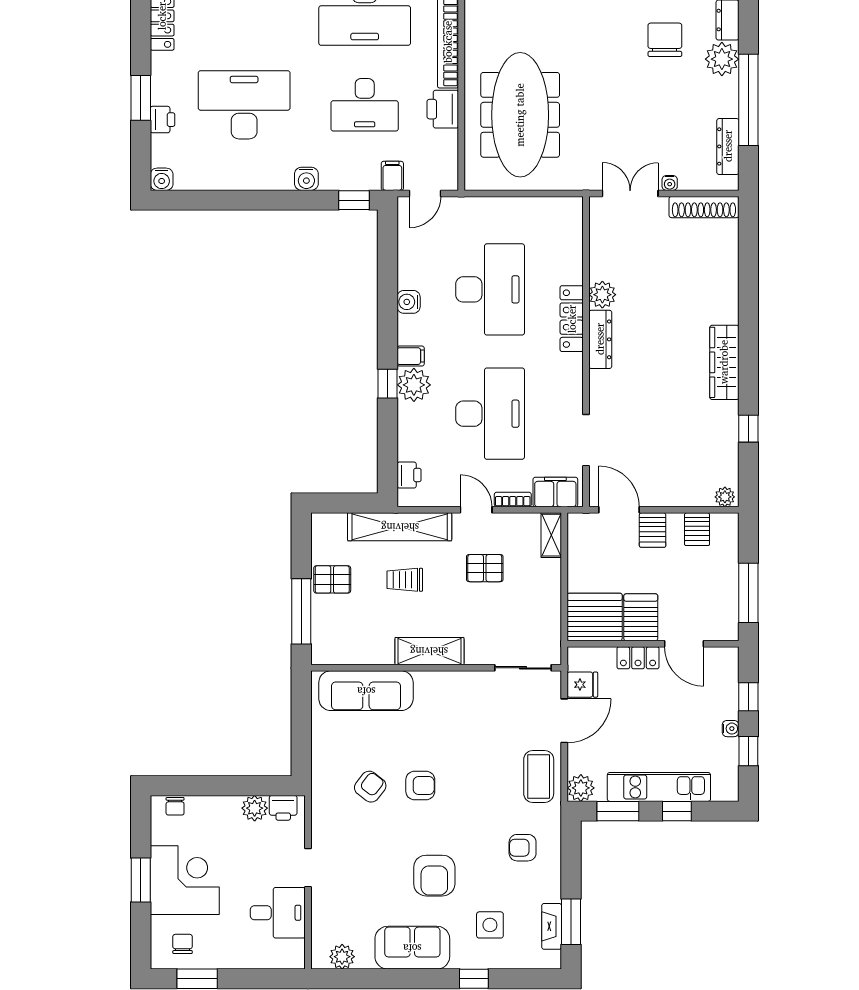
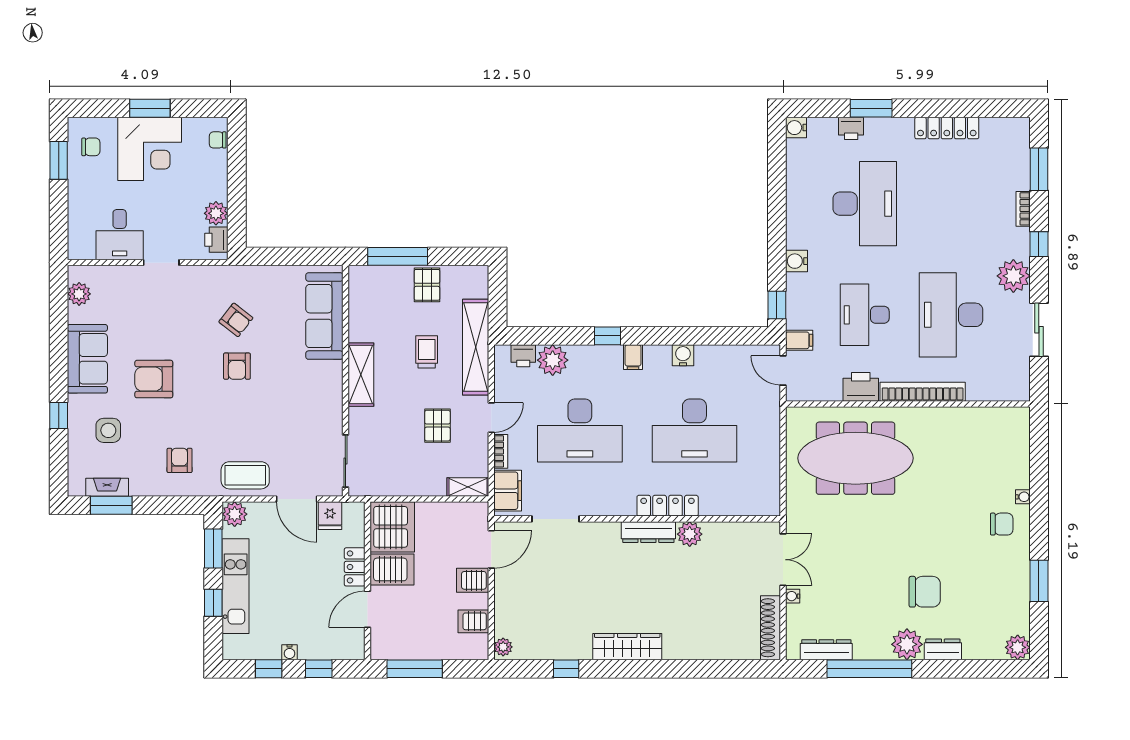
plant: (414, 385) -> (553, 360), moved

